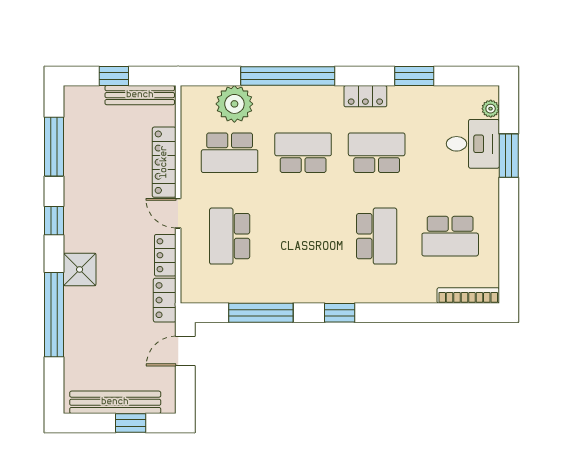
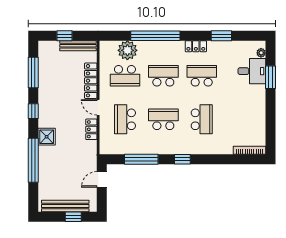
school desk: (450, 236) -> (163, 119), moved, turned 180
locker: (165, 300) -> (91, 153), removed

